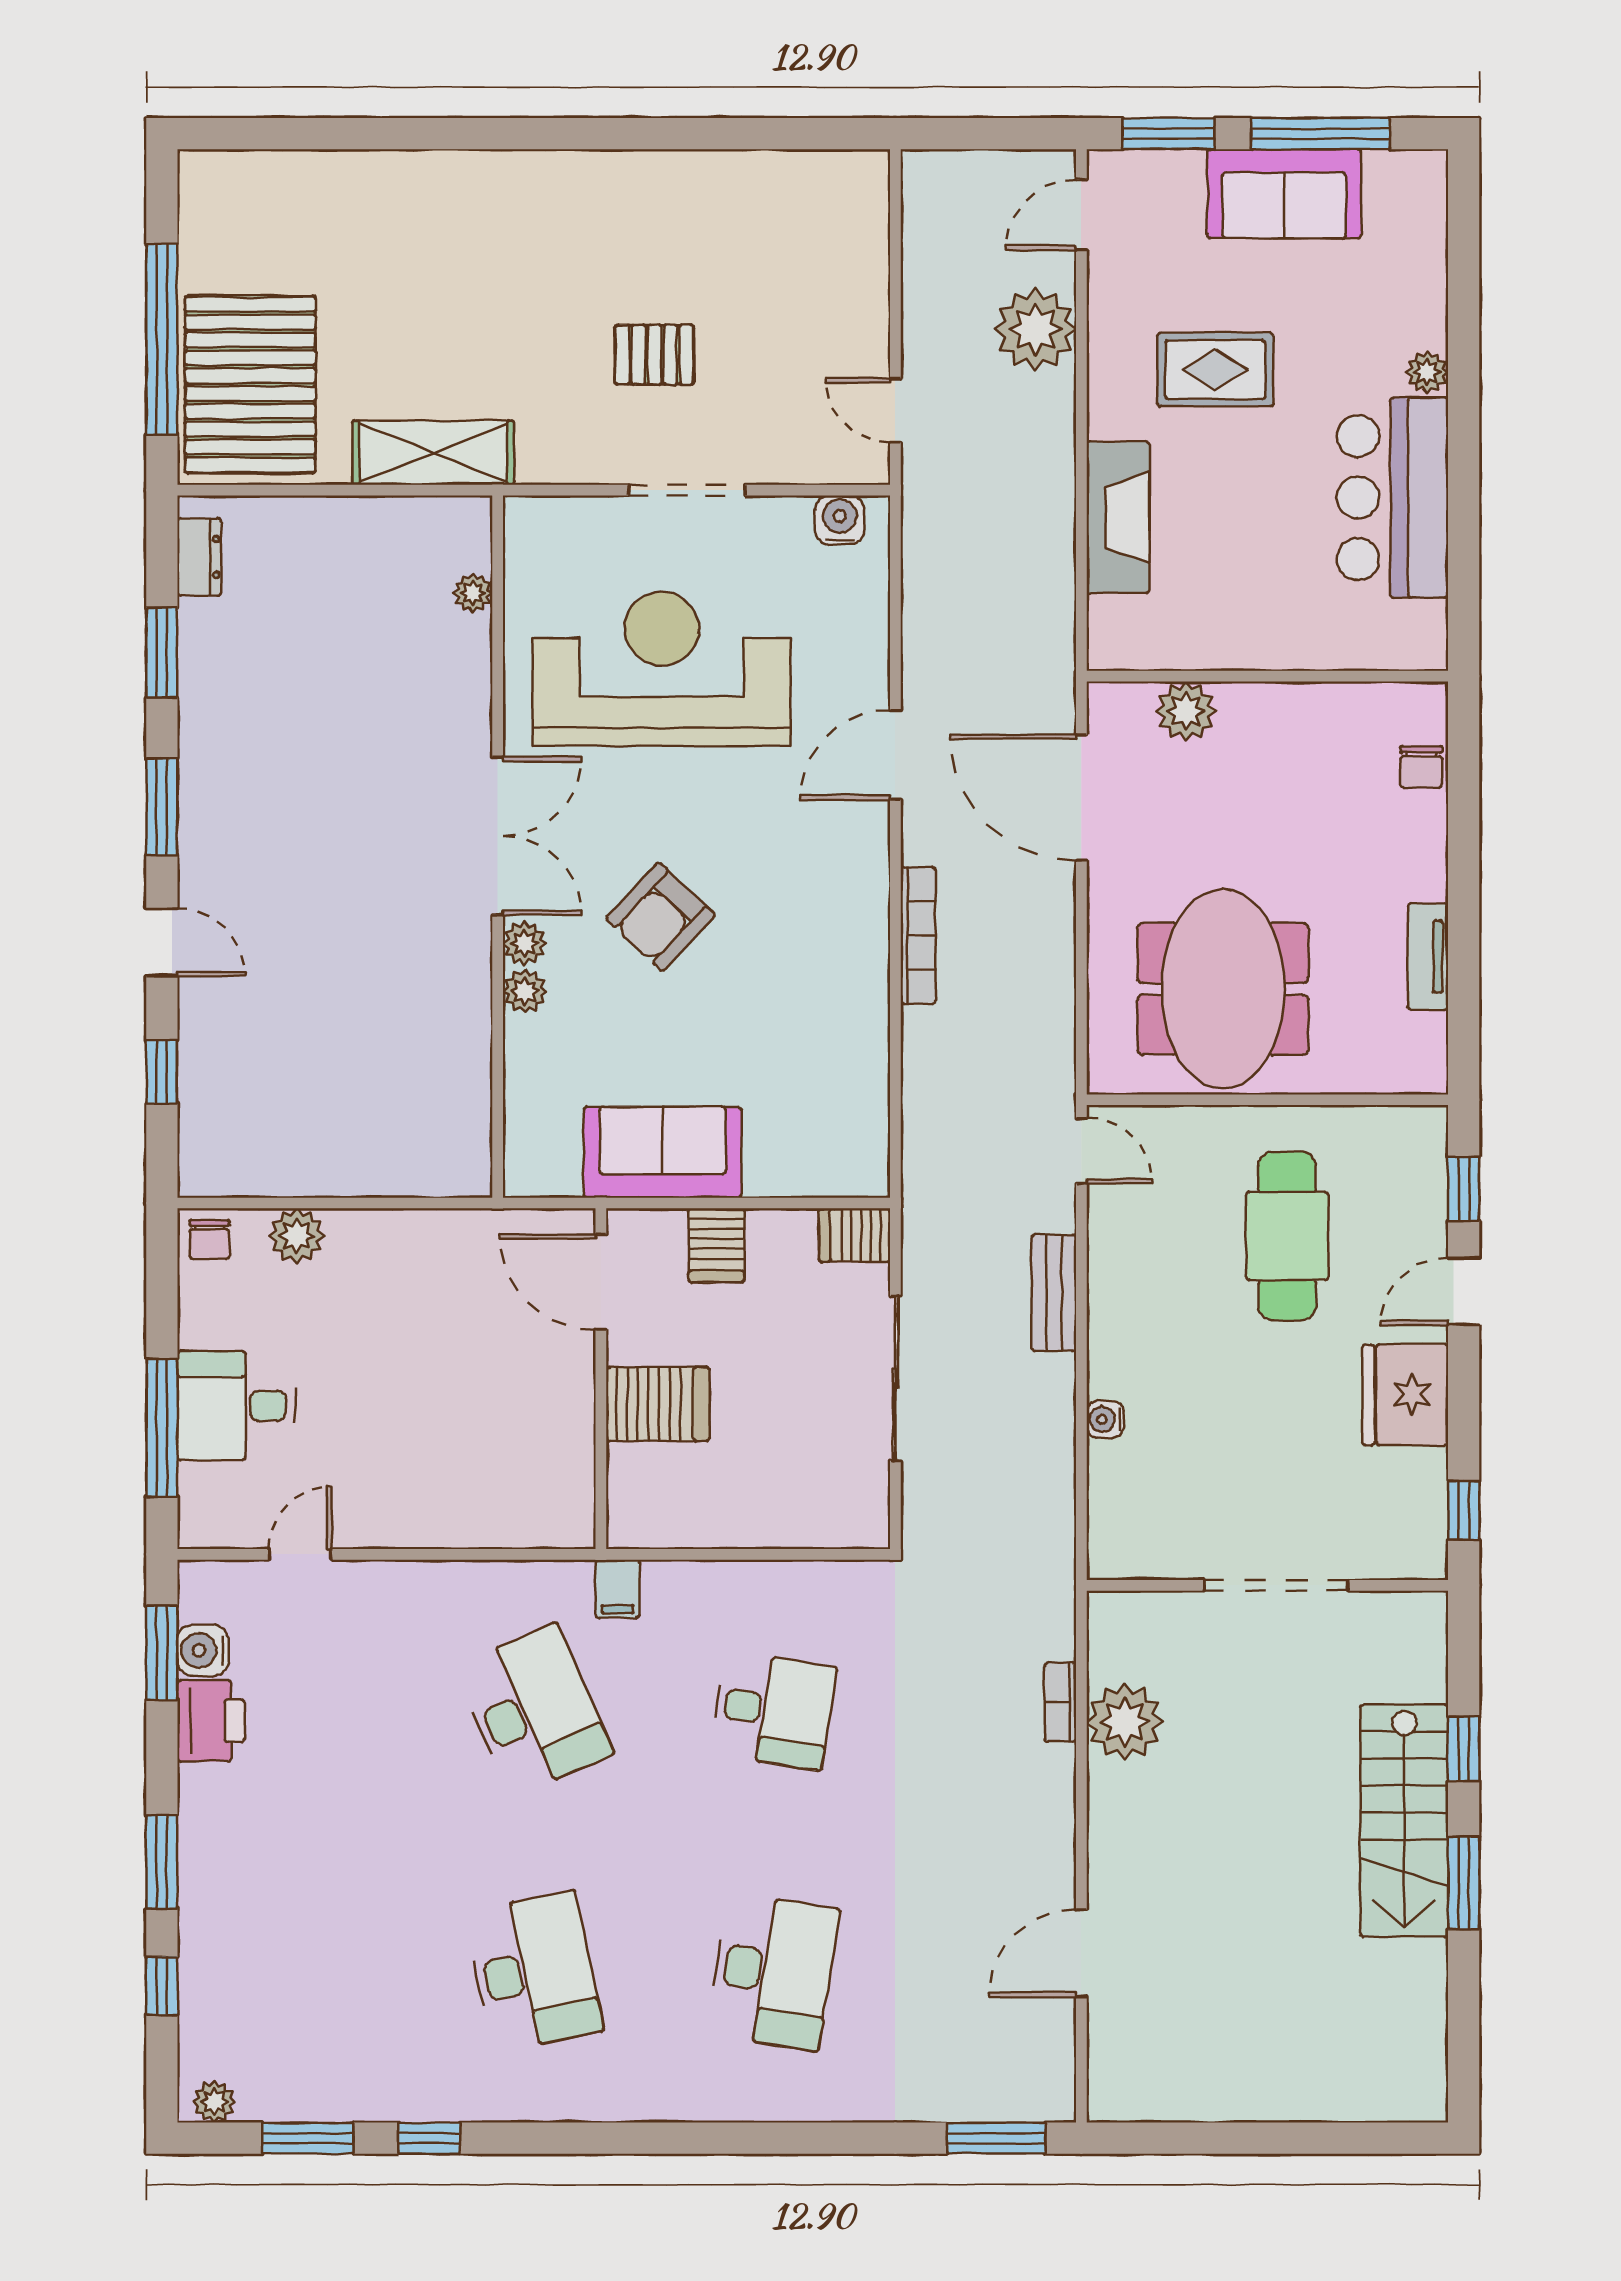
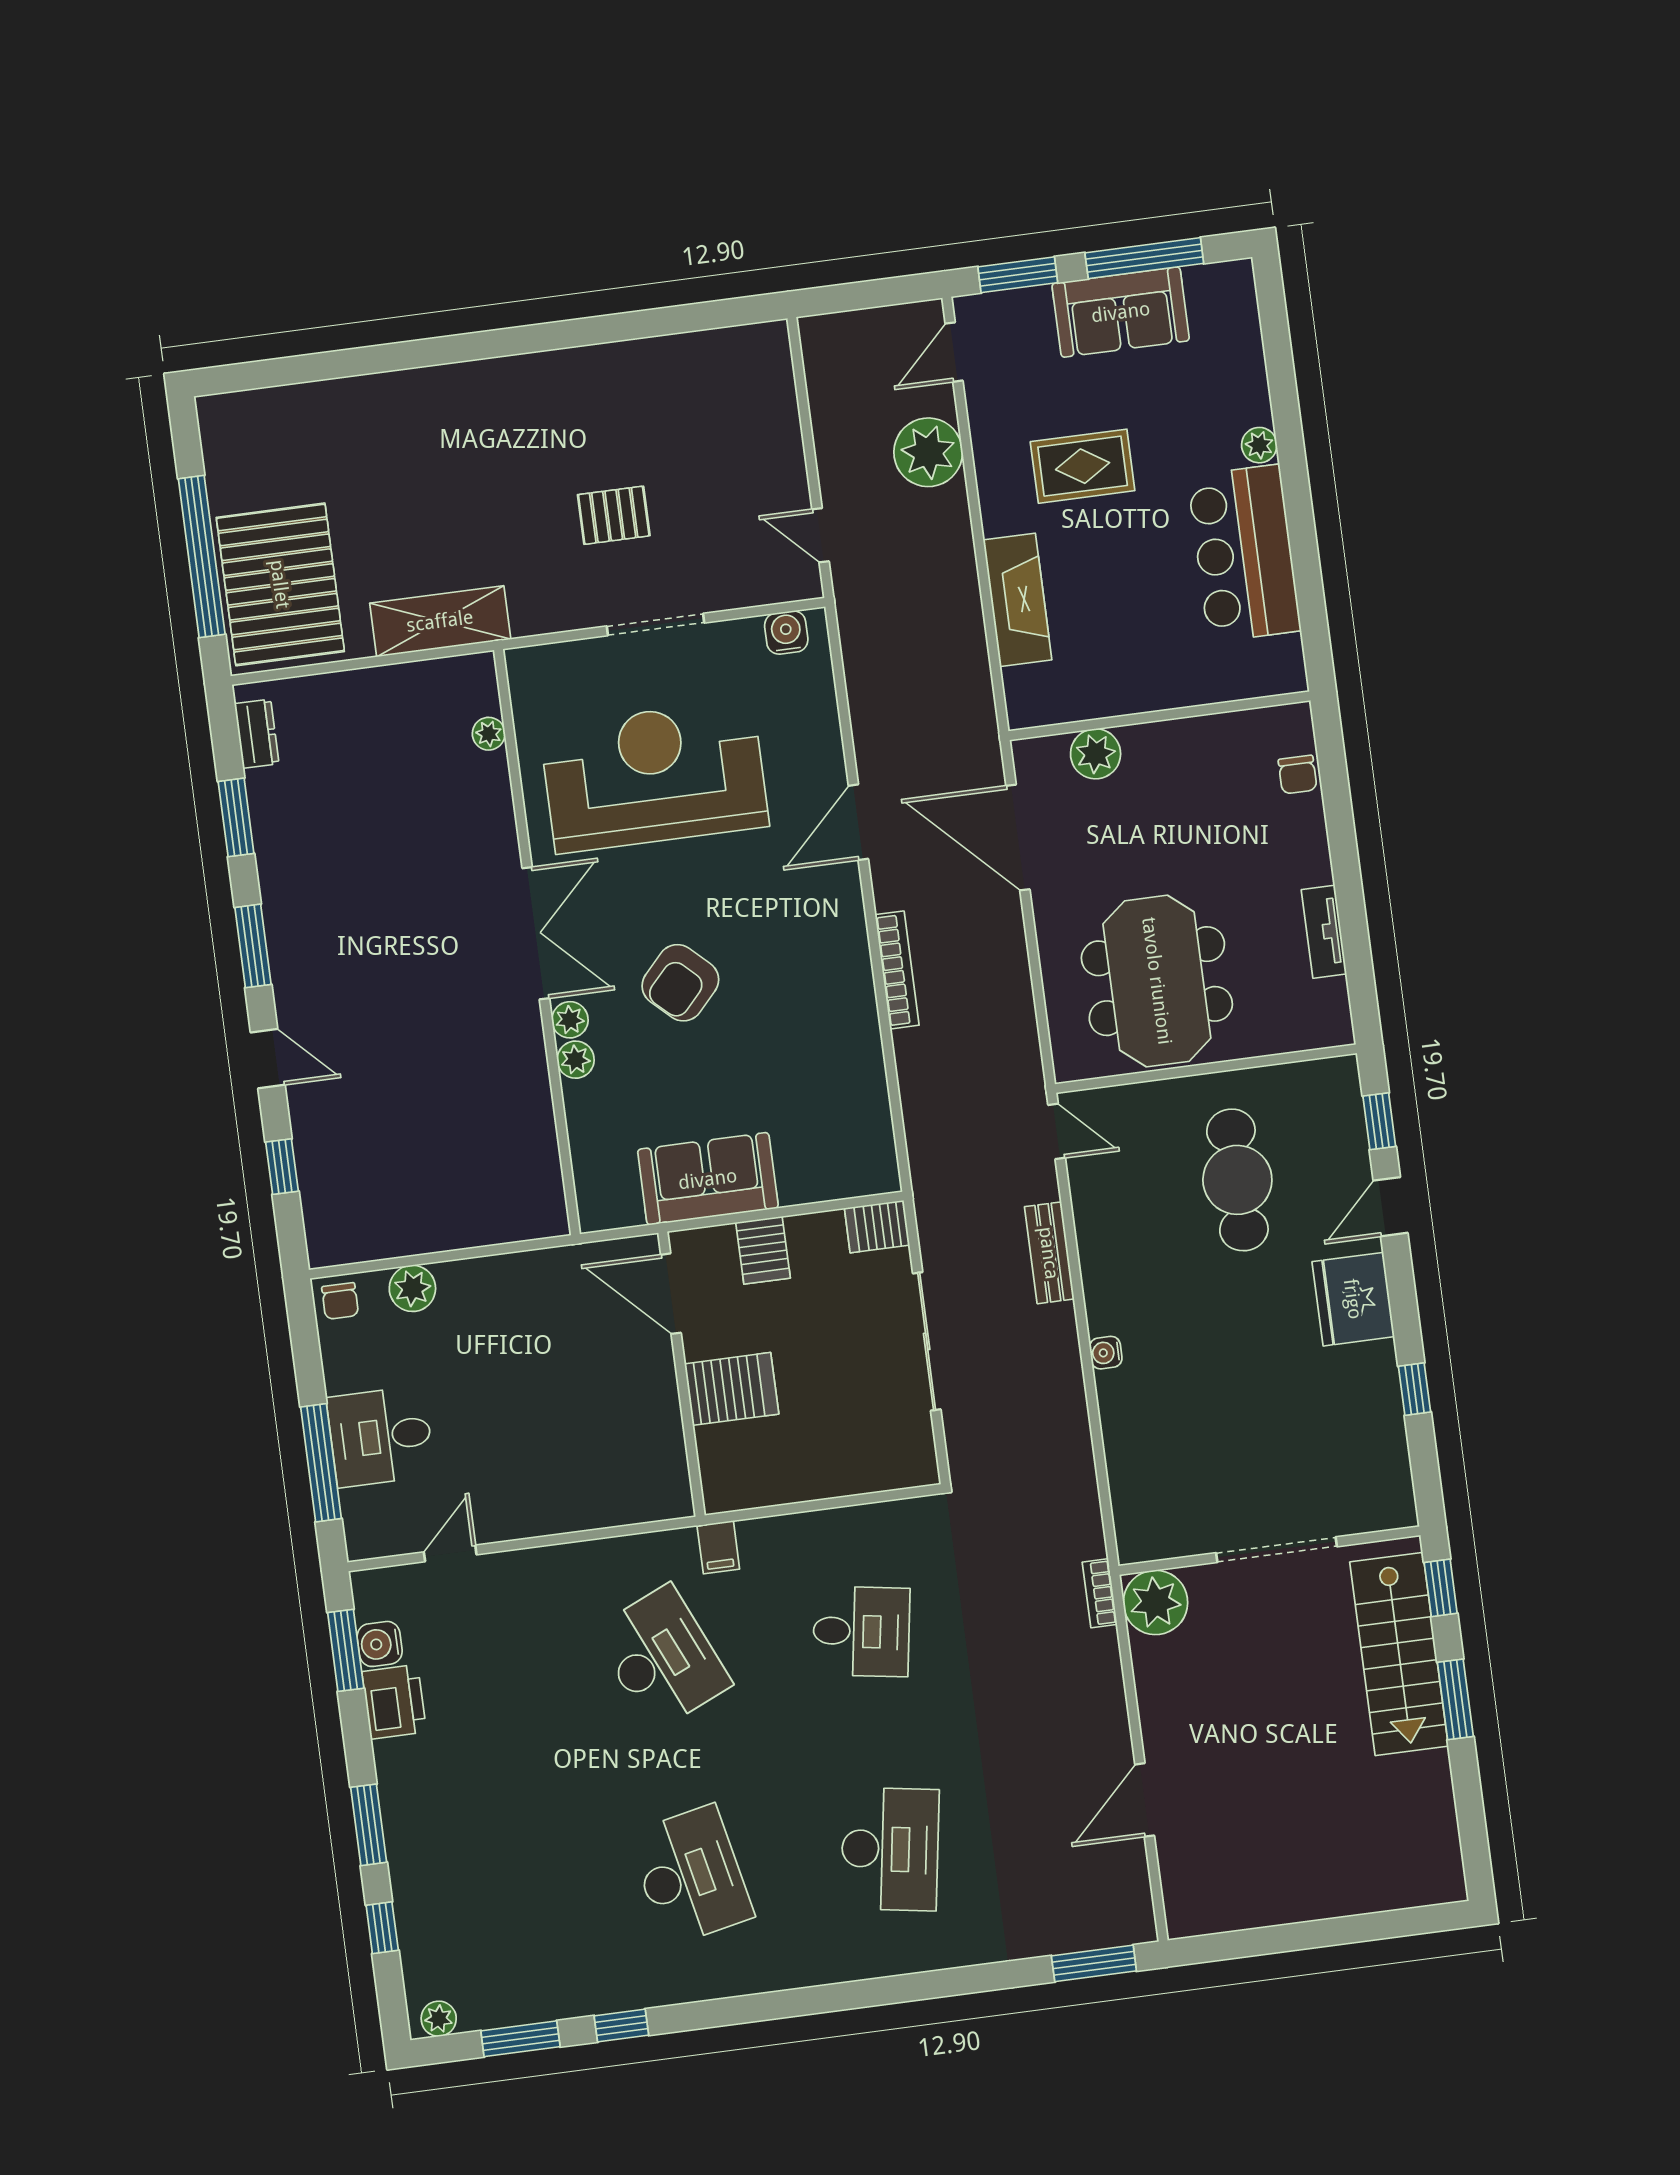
wall: (1267, 1585) -> (1269, 1551), moved
doorway: (1276, 1585) -> (1276, 1550), moved

